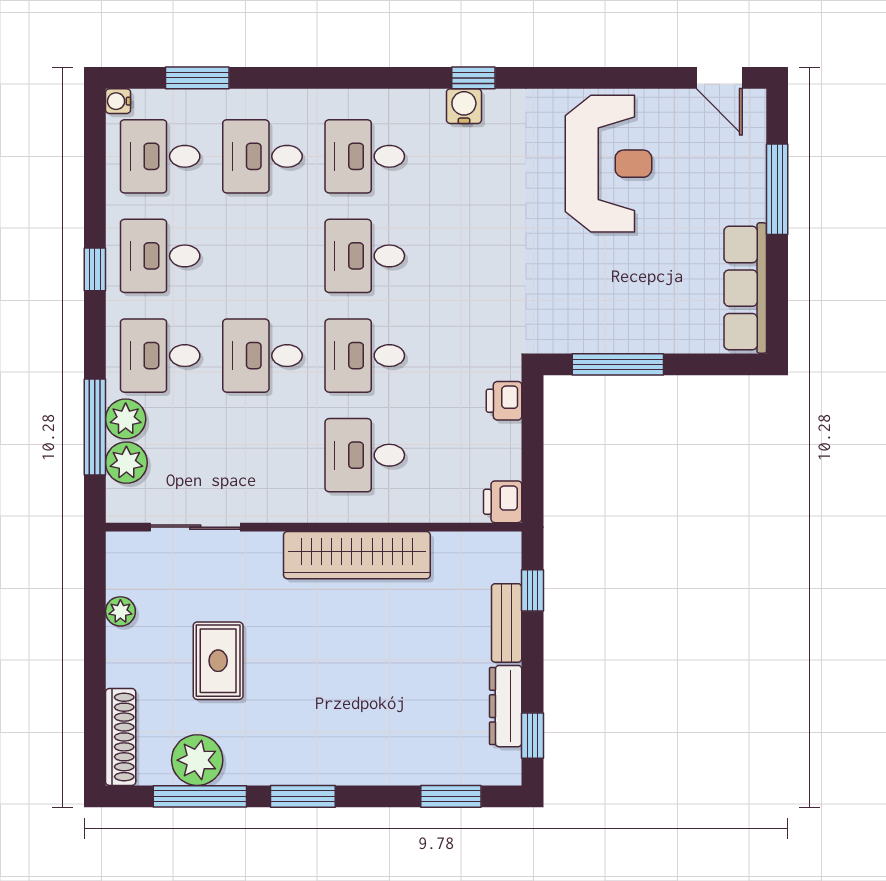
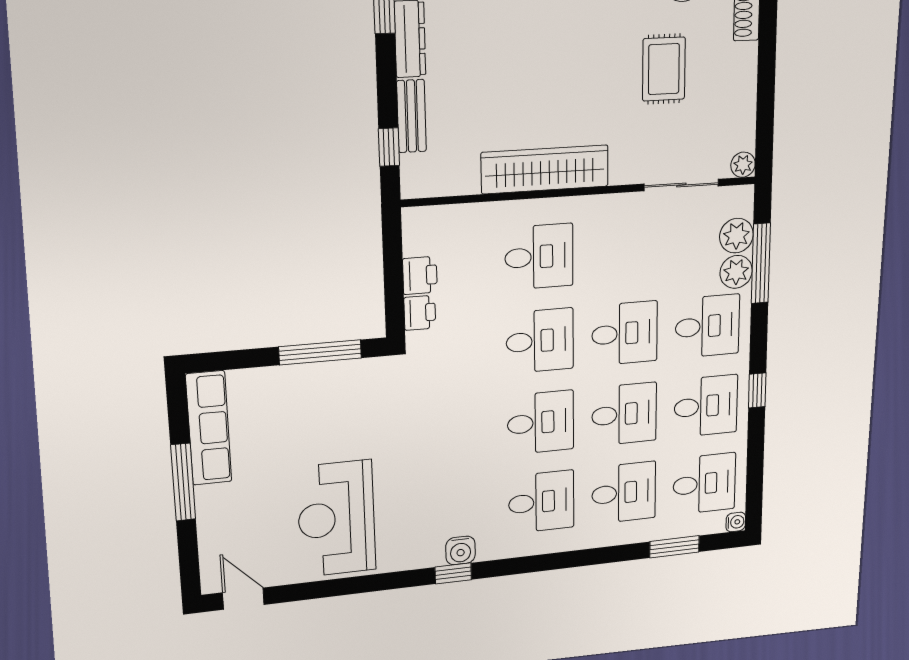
window: (777, 189) -> (183, 482), moved
desk: (262, 256) -> (624, 414), added
printer: (503, 502) -> (420, 275), moved
plant: (120, 611) -> (743, 165), moved

